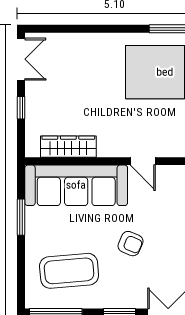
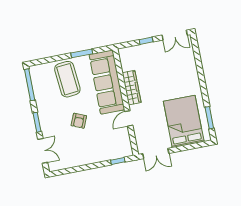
wardrobe: (68, 147) -> (132, 88), moved
coffee table: (69, 271) -> (67, 79), moved

